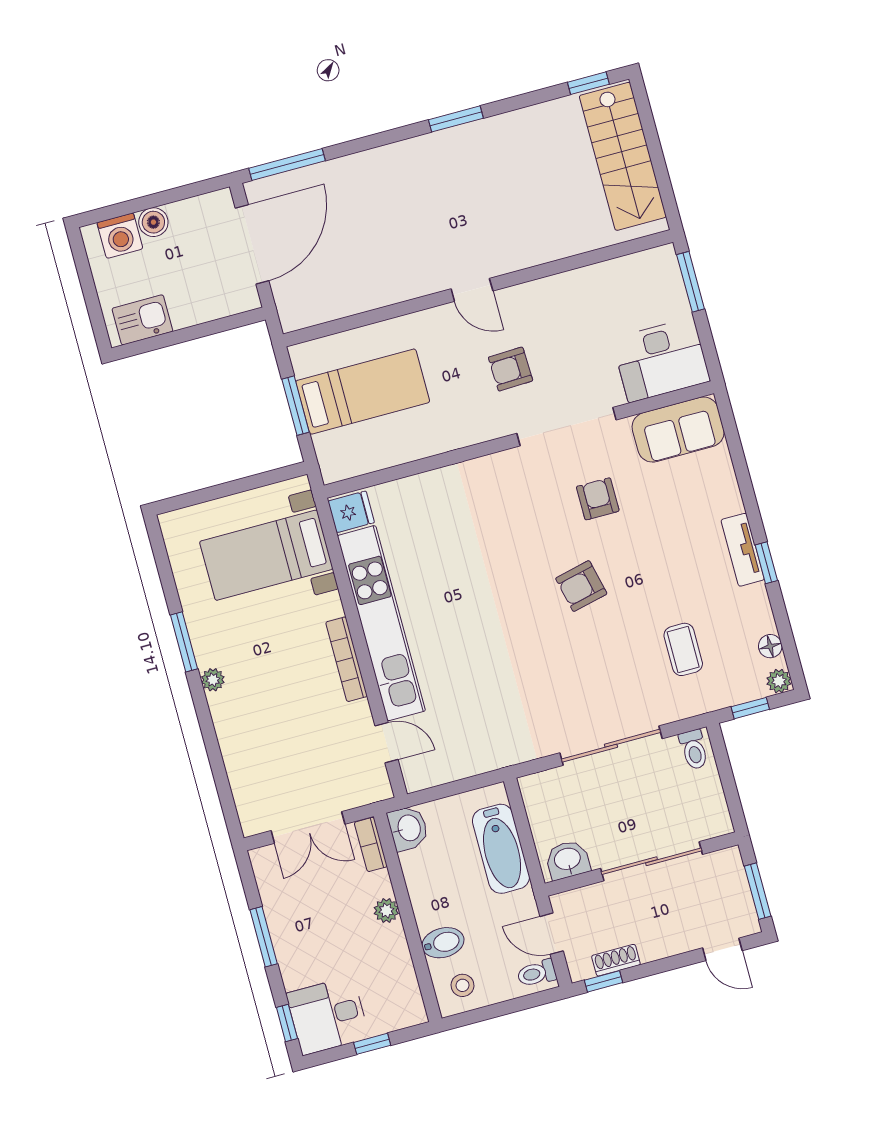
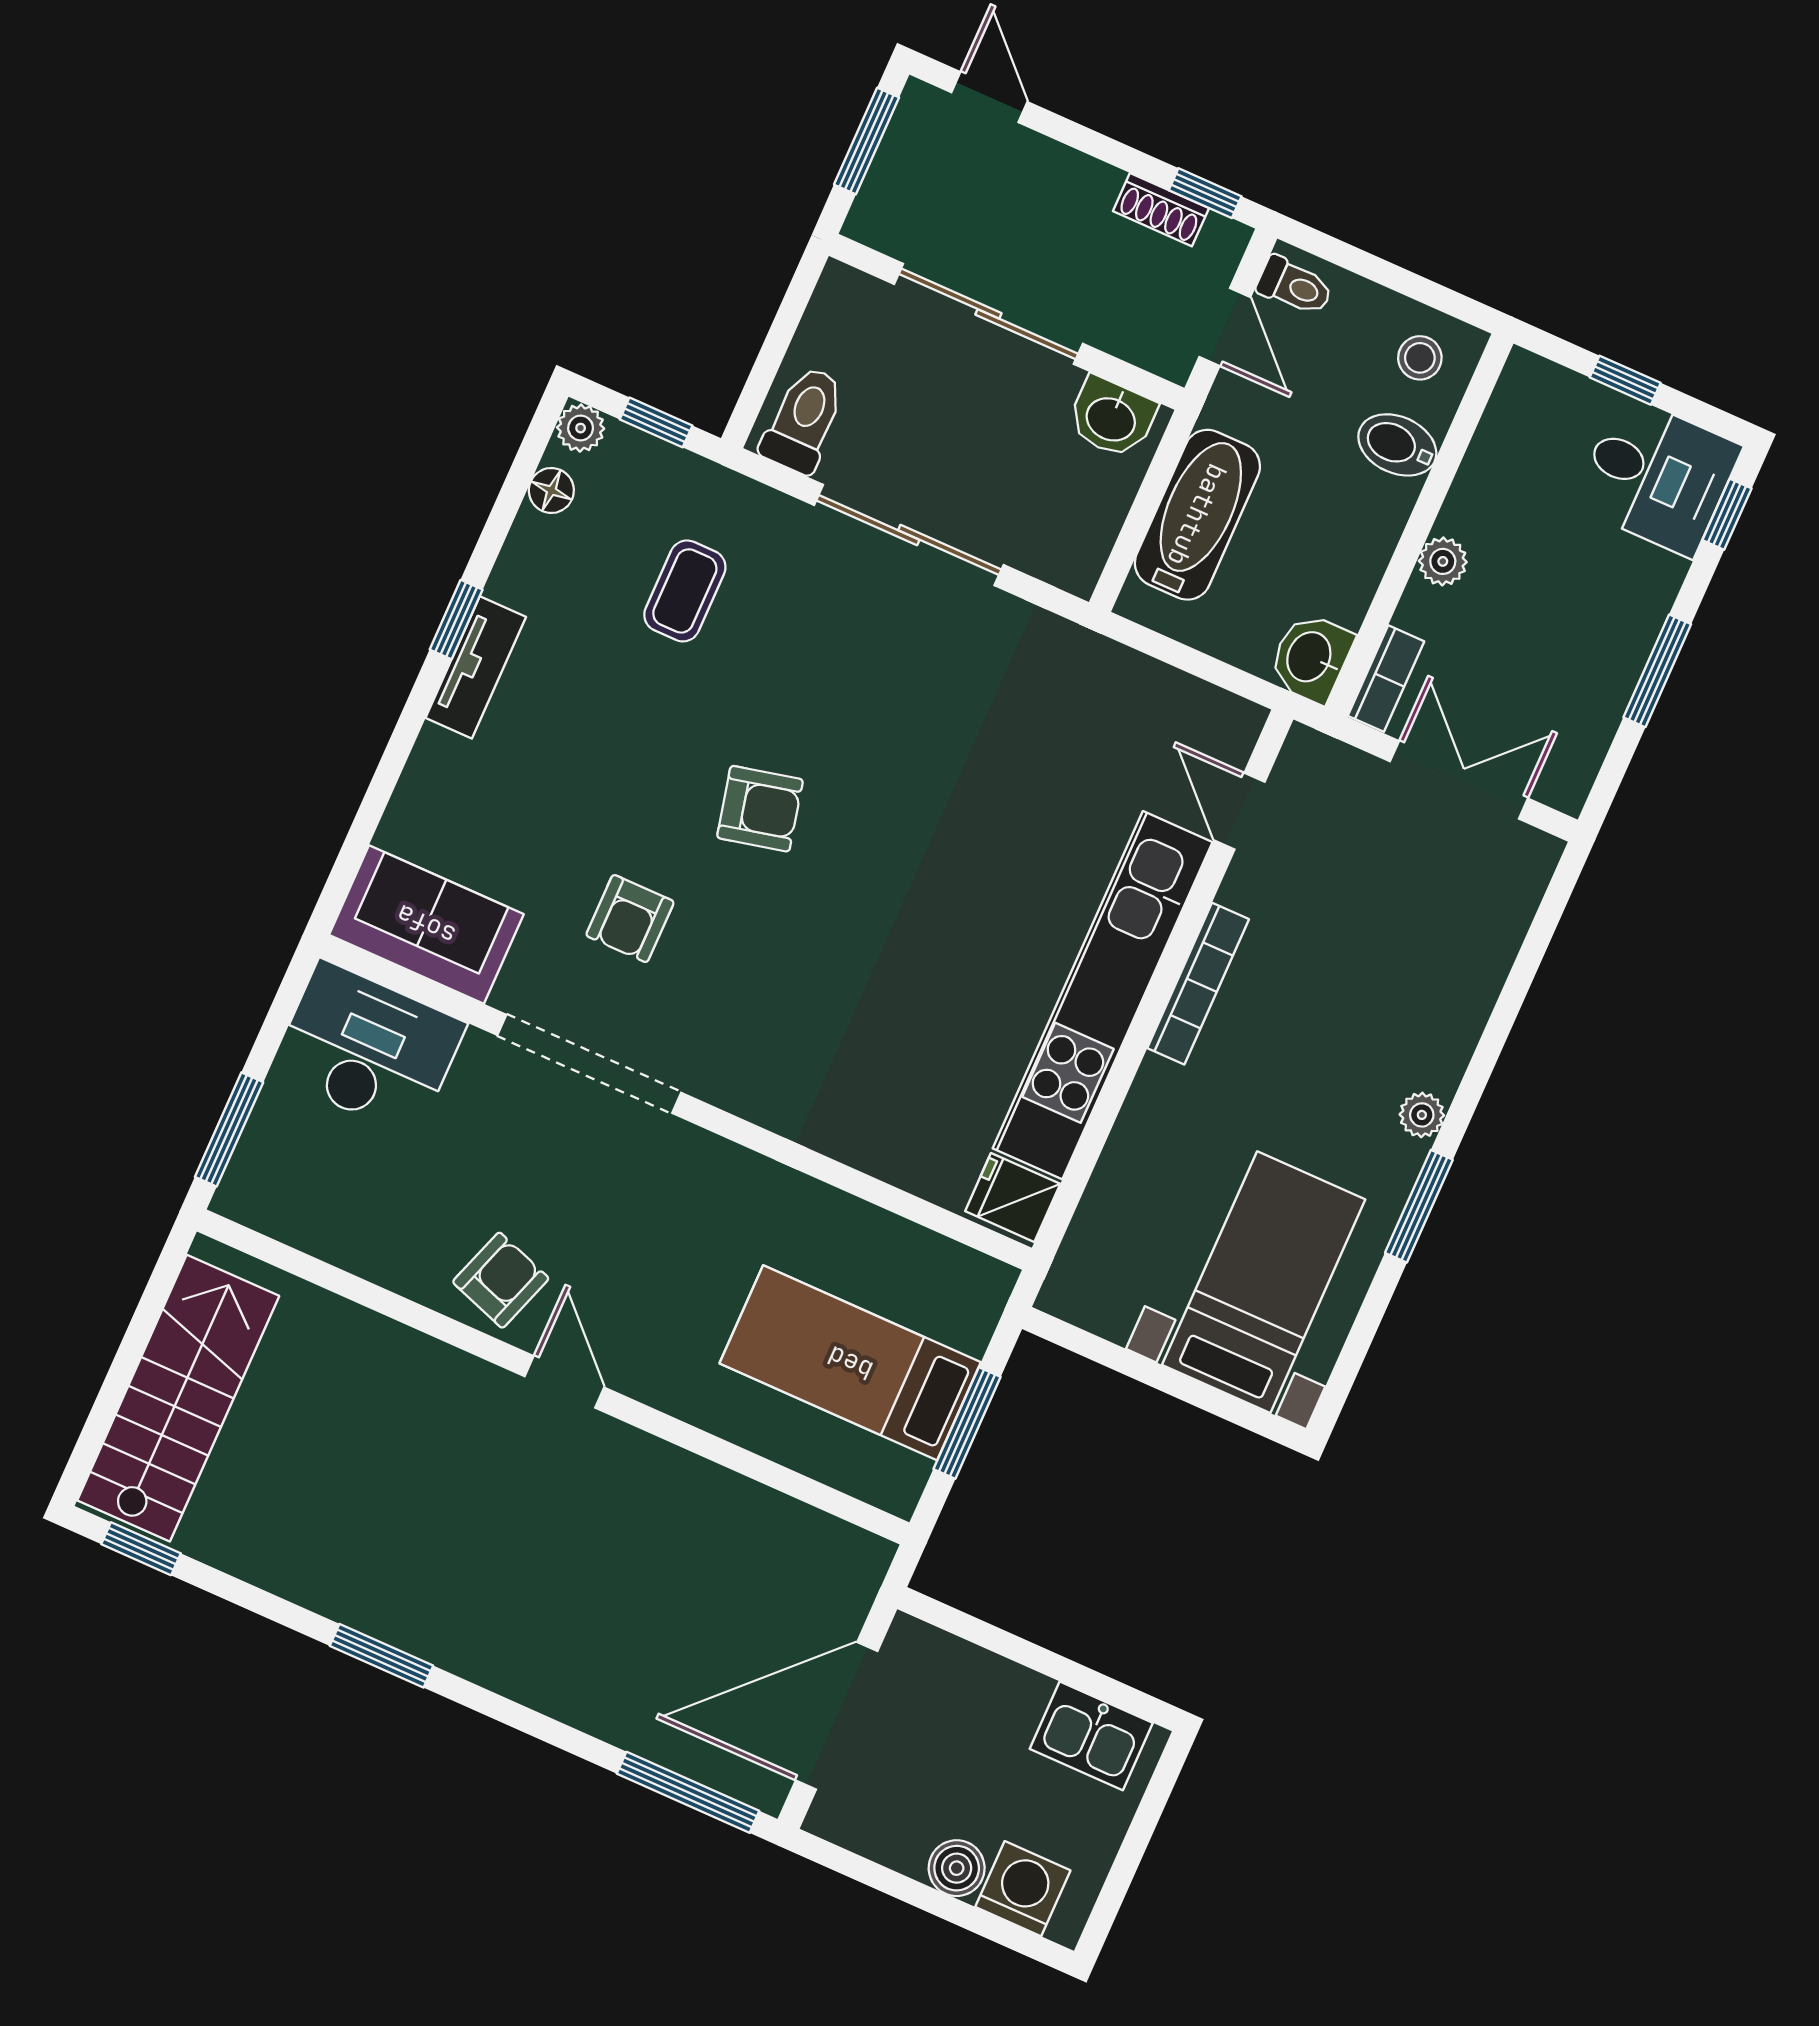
armchair: (511, 369) -> (501, 1280), moved, turned -69
bed with nightstands: (266, 555) -> (1264, 1282), moved, turned -90
toilet: (694, 750) -> (804, 420), width x1.37, depth x1.39

